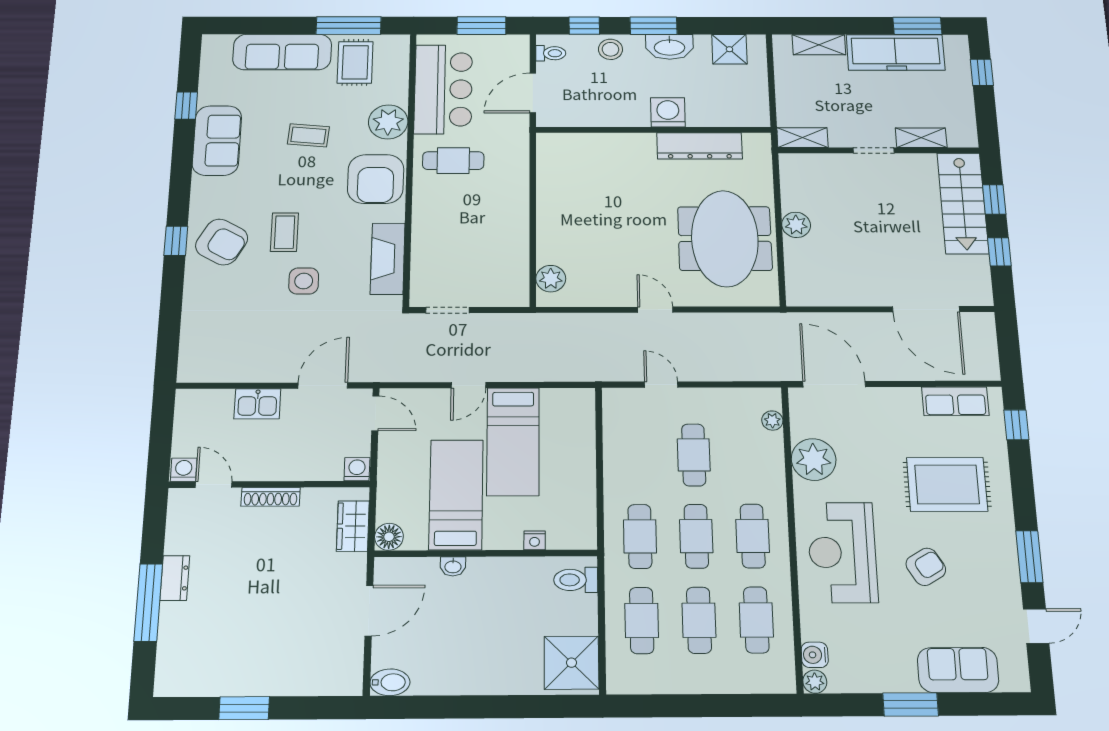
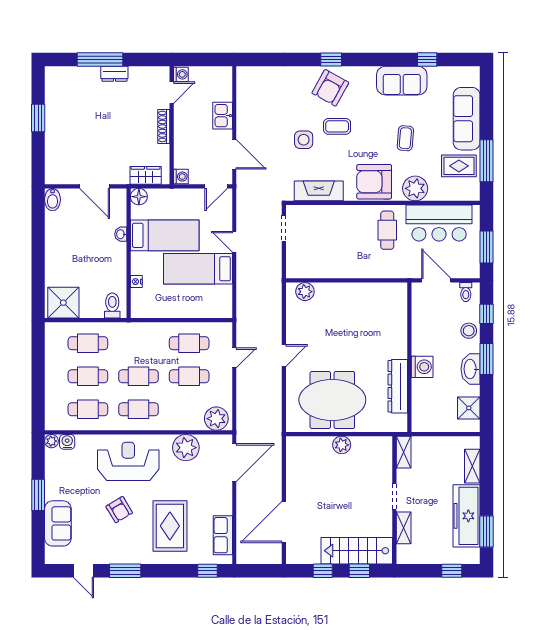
plant: (772, 421) -> (216, 419), width x1.88, depth x1.88
cafe table: (640, 536) -> (189, 343), moved

